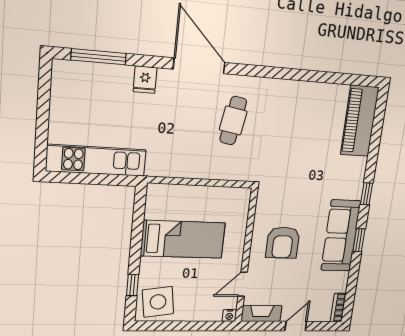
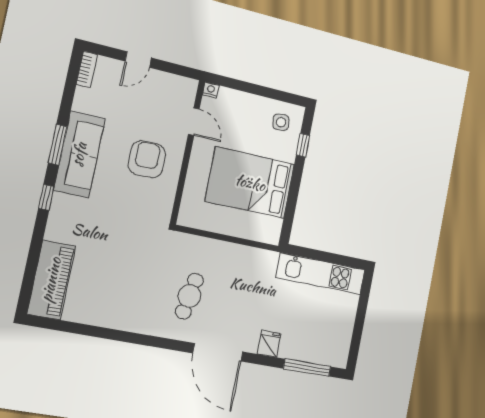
bed: (183, 239) -> (250, 183), width x1.50
window: (359, 240) -> (58, 145), width x1.50
door: (243, 284) -> (194, 122), hinge flipped
side table: (158, 302) -> (281, 122), width x0.54, depth x0.54
fireplace: (261, 313) -> (176, 84), removed

